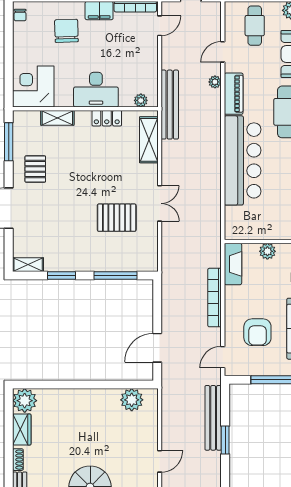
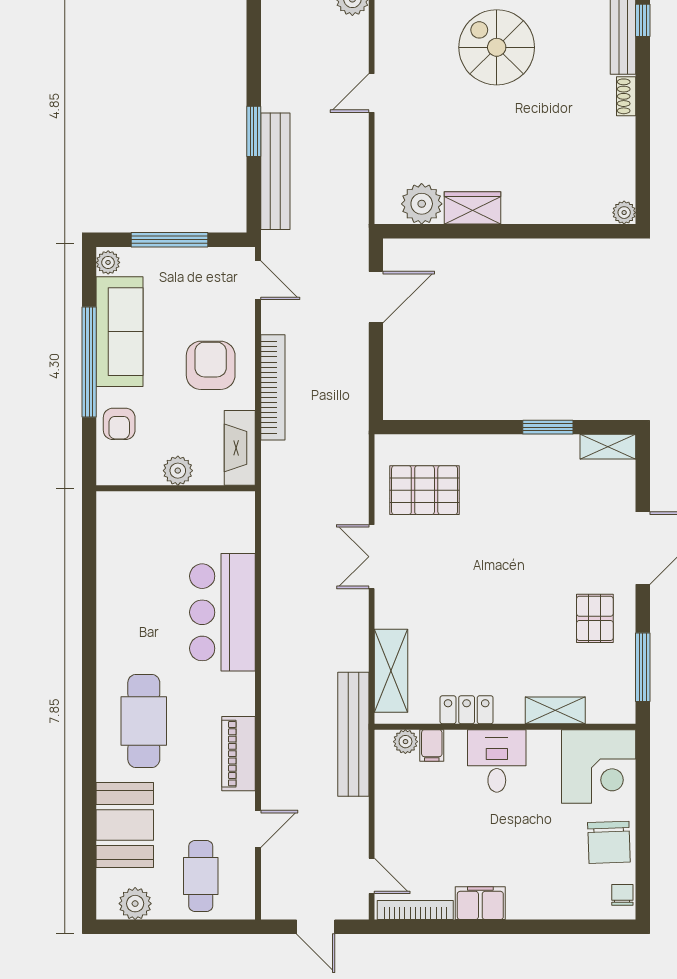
door: (160, 26) -> (372, 876), swing flipped
chair: (66, 31) -> (609, 842), moved
plant: (215, 82) -> (272, 775), removed
desk: (96, 90) -> (497, 761), width x0.73
filing cabinet: (126, 98) -> (432, 745), added
bar counter: (243, 160) -> (222, 612), width x0.73
pallet: (117, 218) -> (425, 490), moved
window: (116, 275) -> (451, 427), removed
armchair: (257, 332) -> (211, 365), moved
door: (223, 357) -> (258, 280), hinge flipped
plant: (25, 401) -> (624, 213), width x0.53, depth x0.53
wardrobe: (22, 430) -> (472, 208), moved, turned 90

